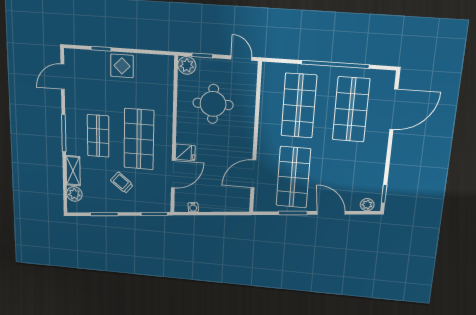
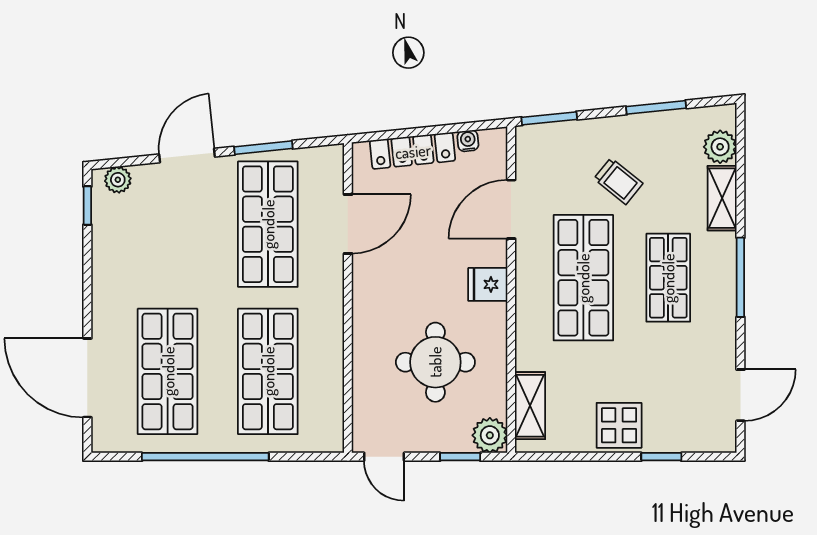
shelving: (166, 79) -> (530, 406), added
door: (394, 109) -> (87, 378), hinge flipped
fridge: (185, 152) -> (488, 284), moved
locker: (220, 205) -> (413, 151), added
door: (331, 213) -> (187, 156), swing flipped

